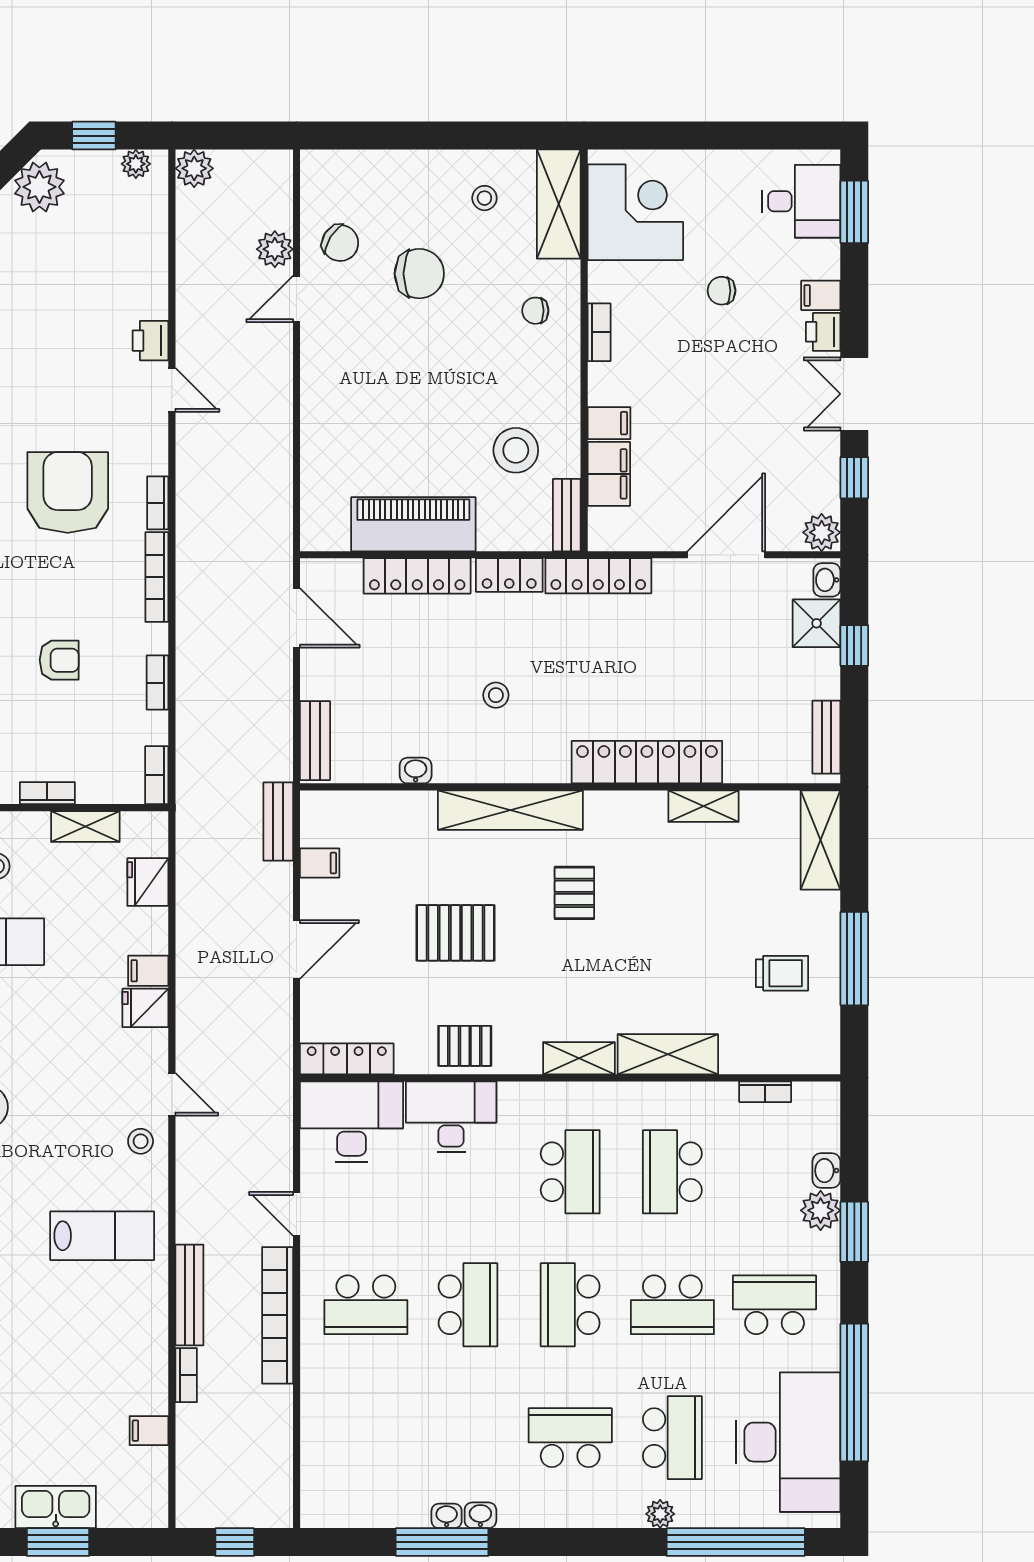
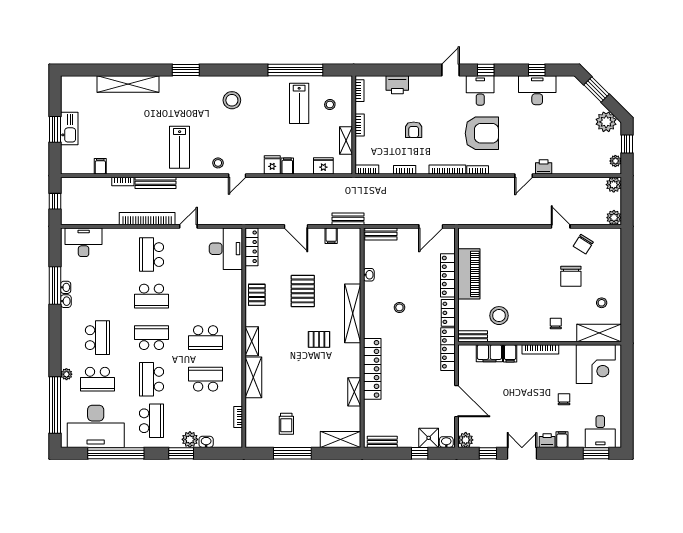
plant: (275, 249) -> (614, 218), moved
bookcase: (599, 332) -> (540, 349), width x1.56
desk: (451, 1117) -> (84, 242), moved, turned -90

